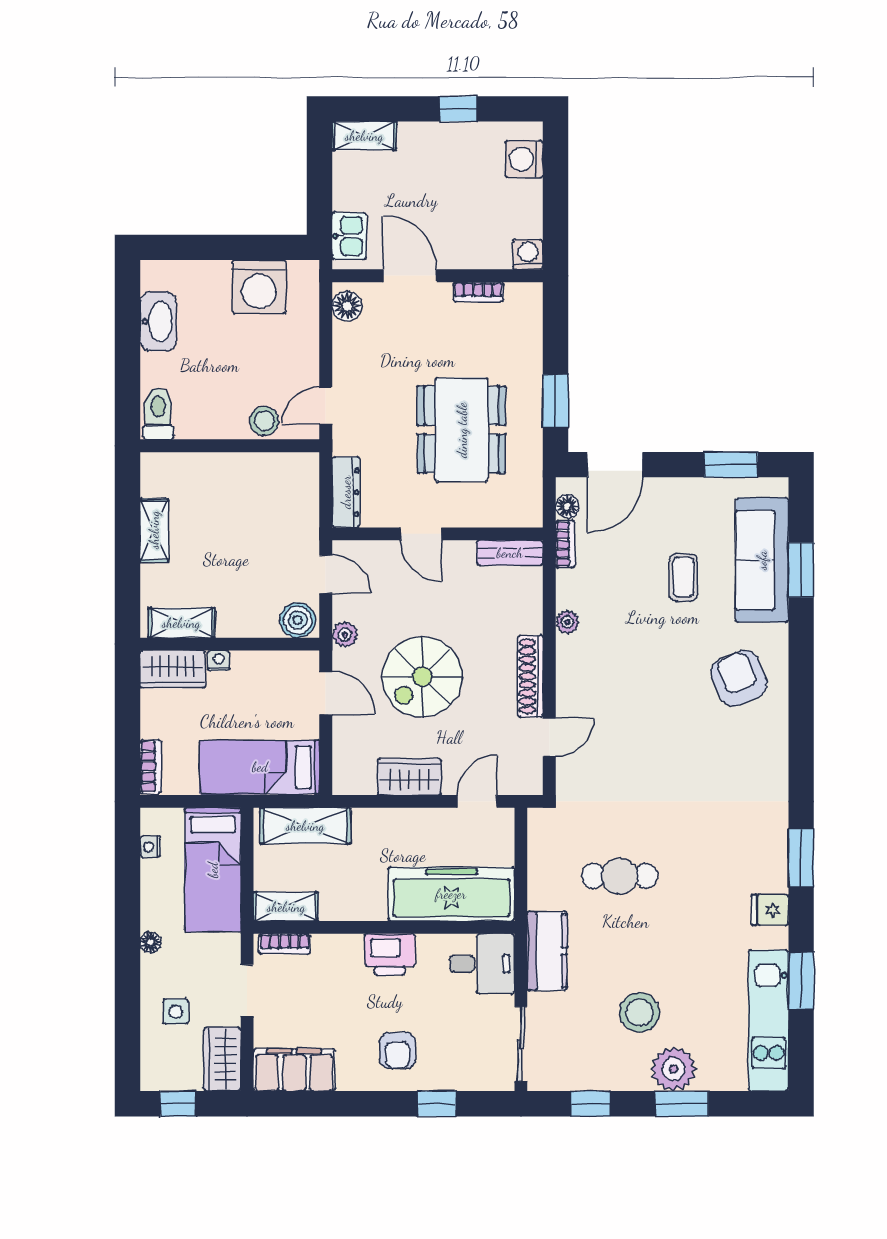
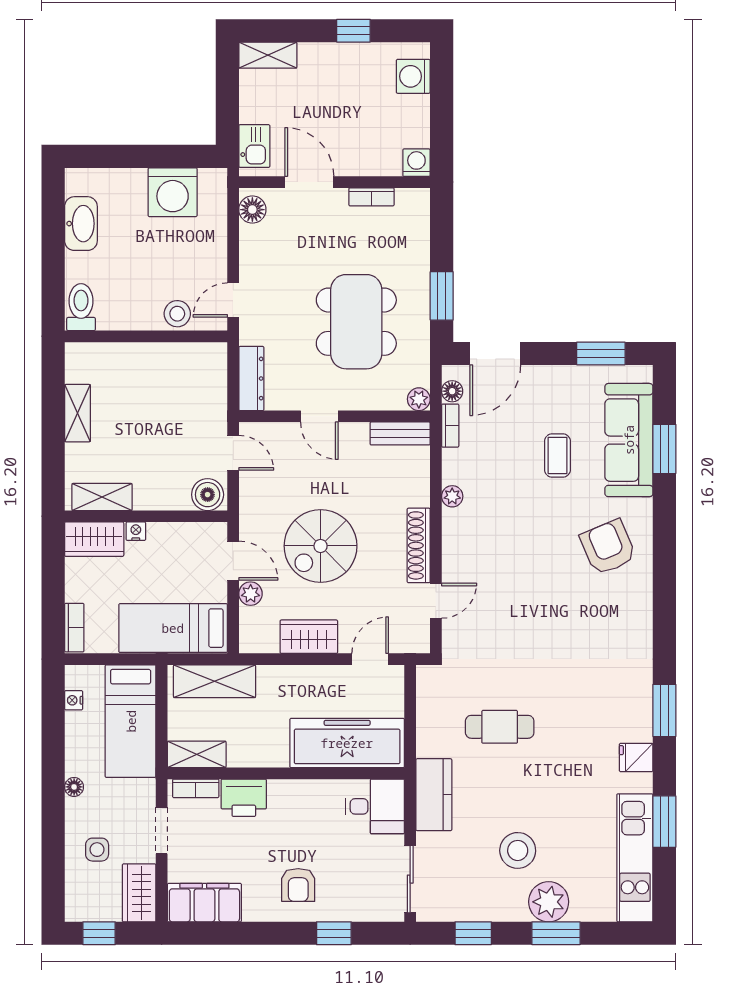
plant: (530, 515) -> (419, 399), added
plant: (345, 634) -> (251, 594), moved
printer: (390, 954) -> (244, 798), moved

